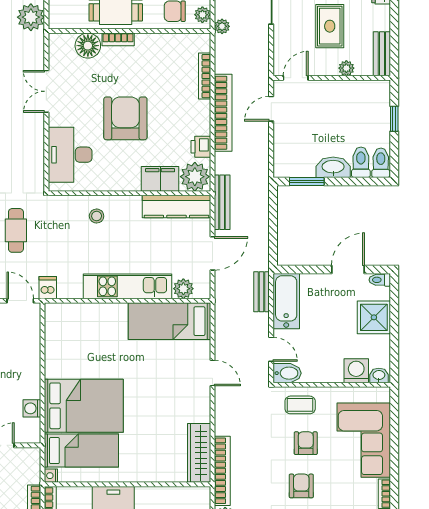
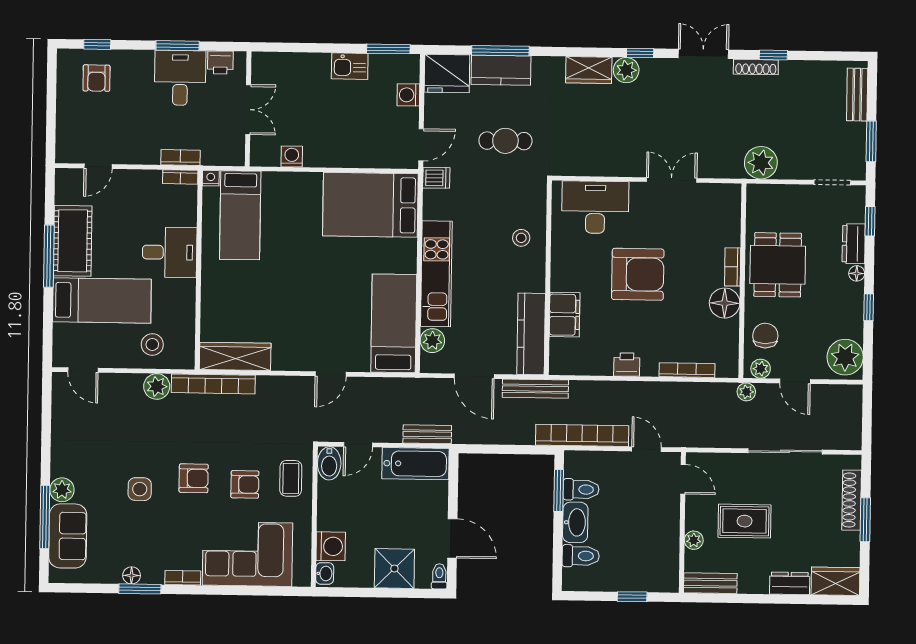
floor lamp: (88, 46) -> (725, 303), moved
bookcase: (223, 113) -> (582, 435), moved, turned 180
printer: (201, 147) -> (627, 365), moved
toilet: (381, 163) -> (581, 489), moved
plant: (195, 177) -> (567, 356), removed
bed: (84, 406) -> (370, 205), moved, turned 90

